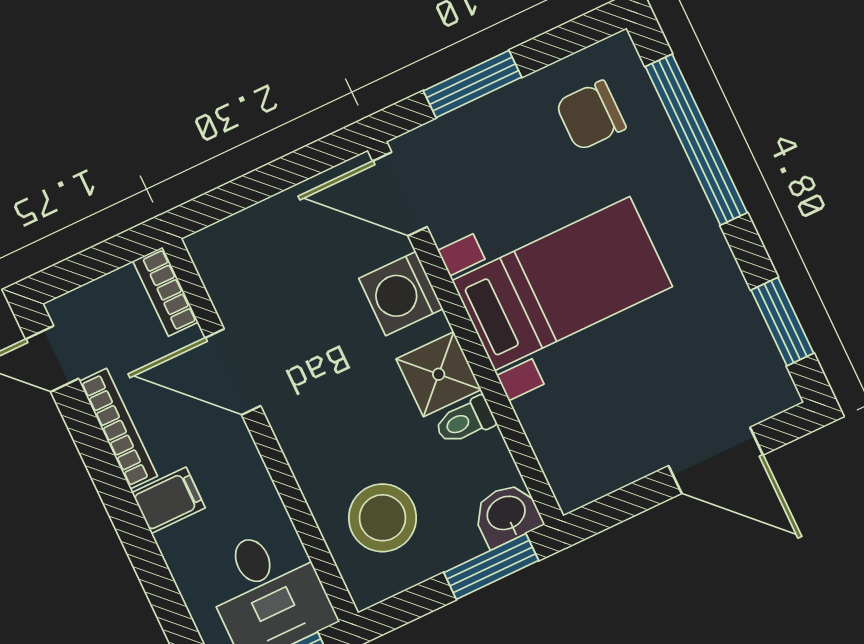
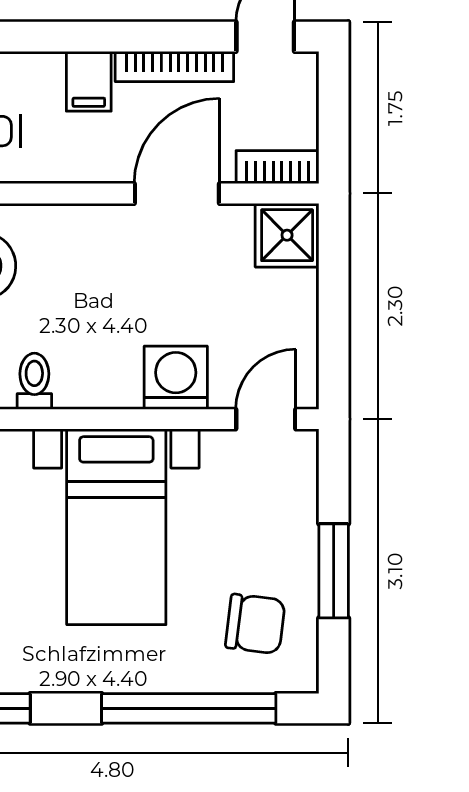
window: (473, 84) -> (334, 571), moved
chair: (591, 115) -> (255, 624), turned 97
door: (400, 194) -> (266, 419), width x0.73
shower: (439, 374) -> (287, 235), moved

